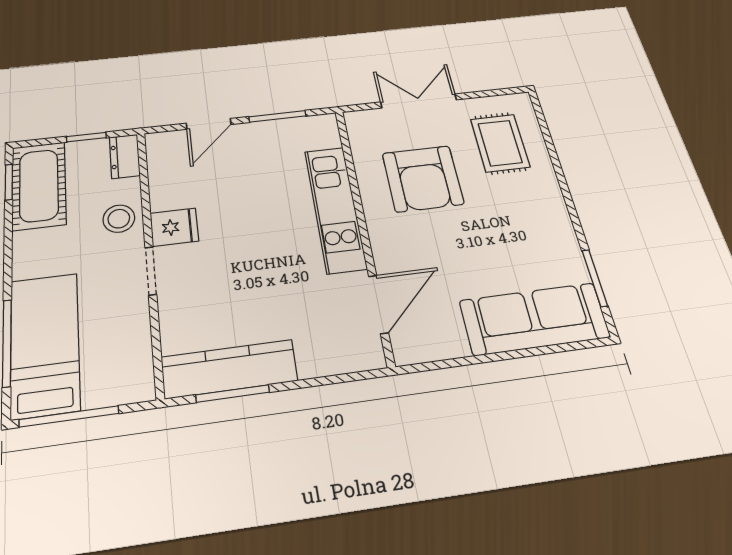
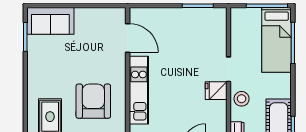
door: (378, 304) -> (128, 38), swing flipped
sofa: (534, 319) -> (50, 21), width x0.73
kitchen counter: (229, 369) -> (198, 17), removed

